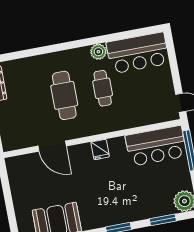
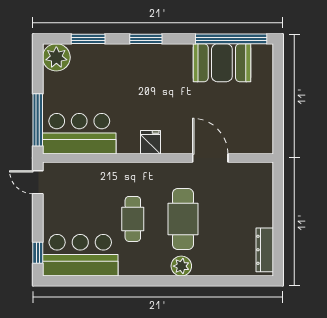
window: (171, 49) -> (38, 253), added
plant: (98, 52) -> (181, 266), moved

